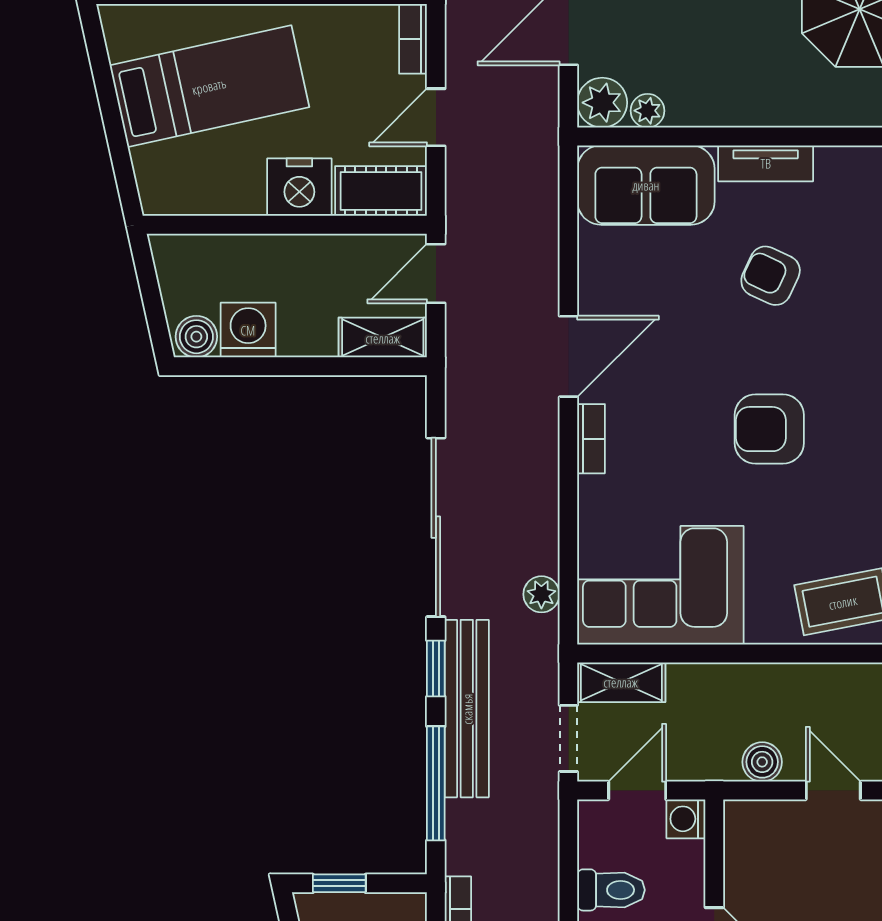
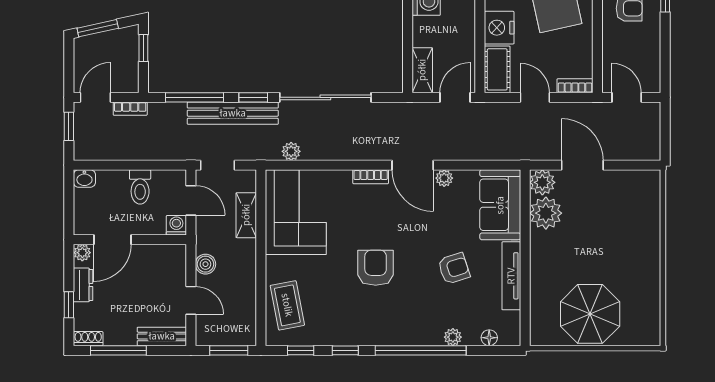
plant: (648, 111) -> (546, 213), width x1.88, depth x1.88
tv unit: (766, 163) -> (511, 276), width x1.41
door: (436, 274) -> (455, 97), hinge flipped
armchair: (771, 276) -> (454, 268), turned 47
plant: (594, 295) -> (444, 178), added
shelving: (621, 682) -> (246, 215), moved
door: (833, 791) -> (191, 300), hinge flipped

